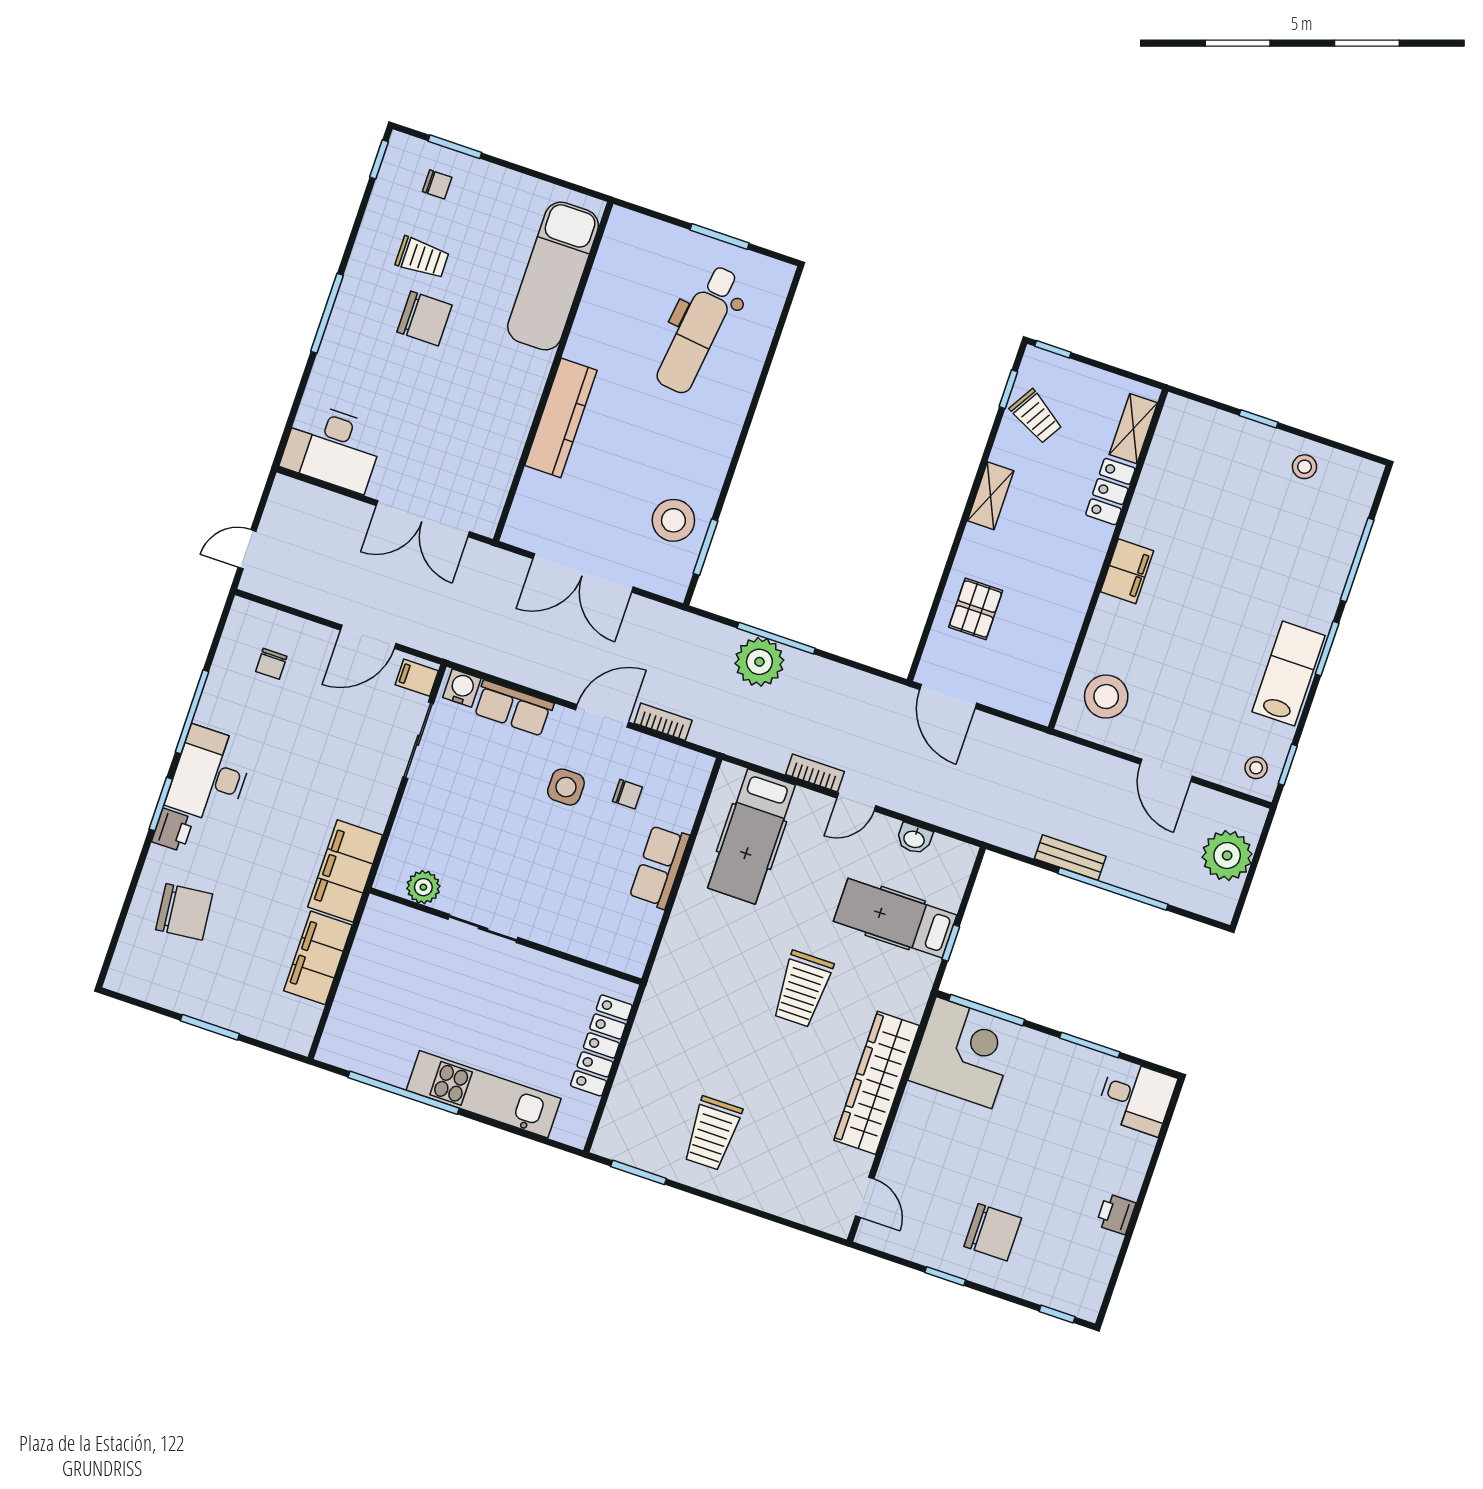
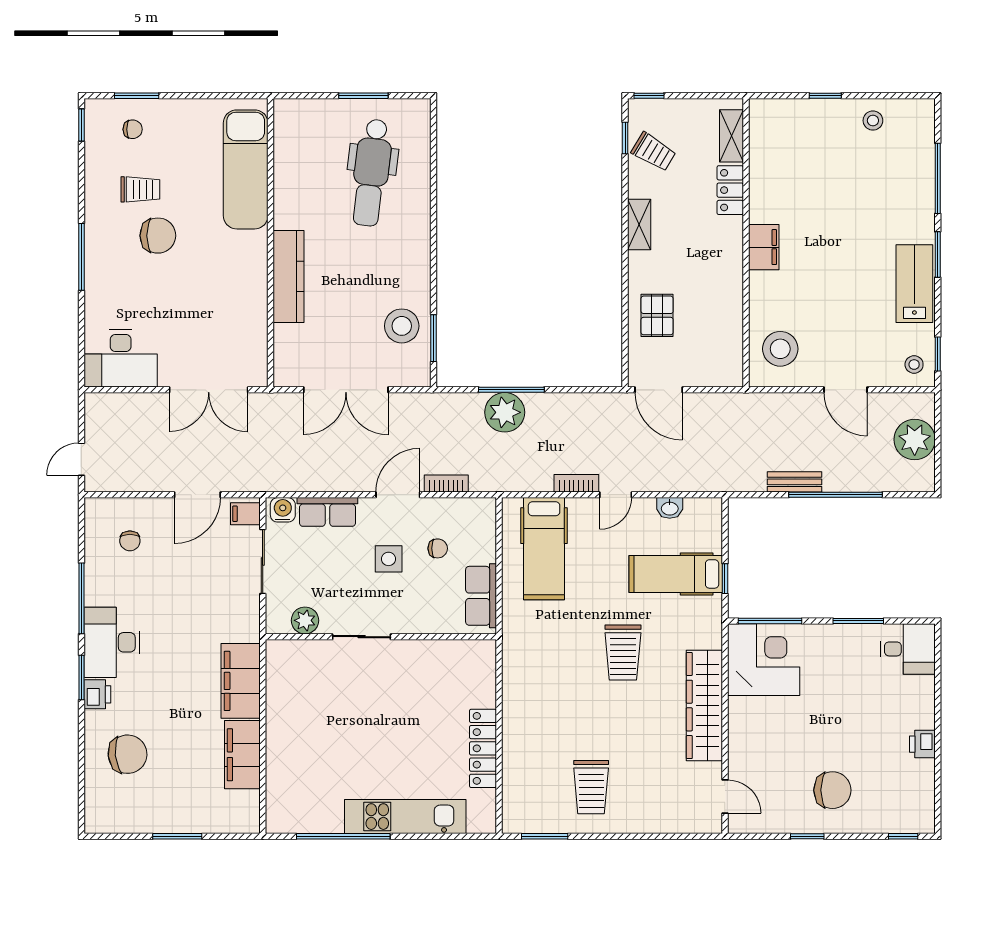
plant: (423, 887) -> (305, 620), moved
sliding door: (483, 928) -> (362, 637), moved
wall: (506, 936) -> (381, 637), moved

